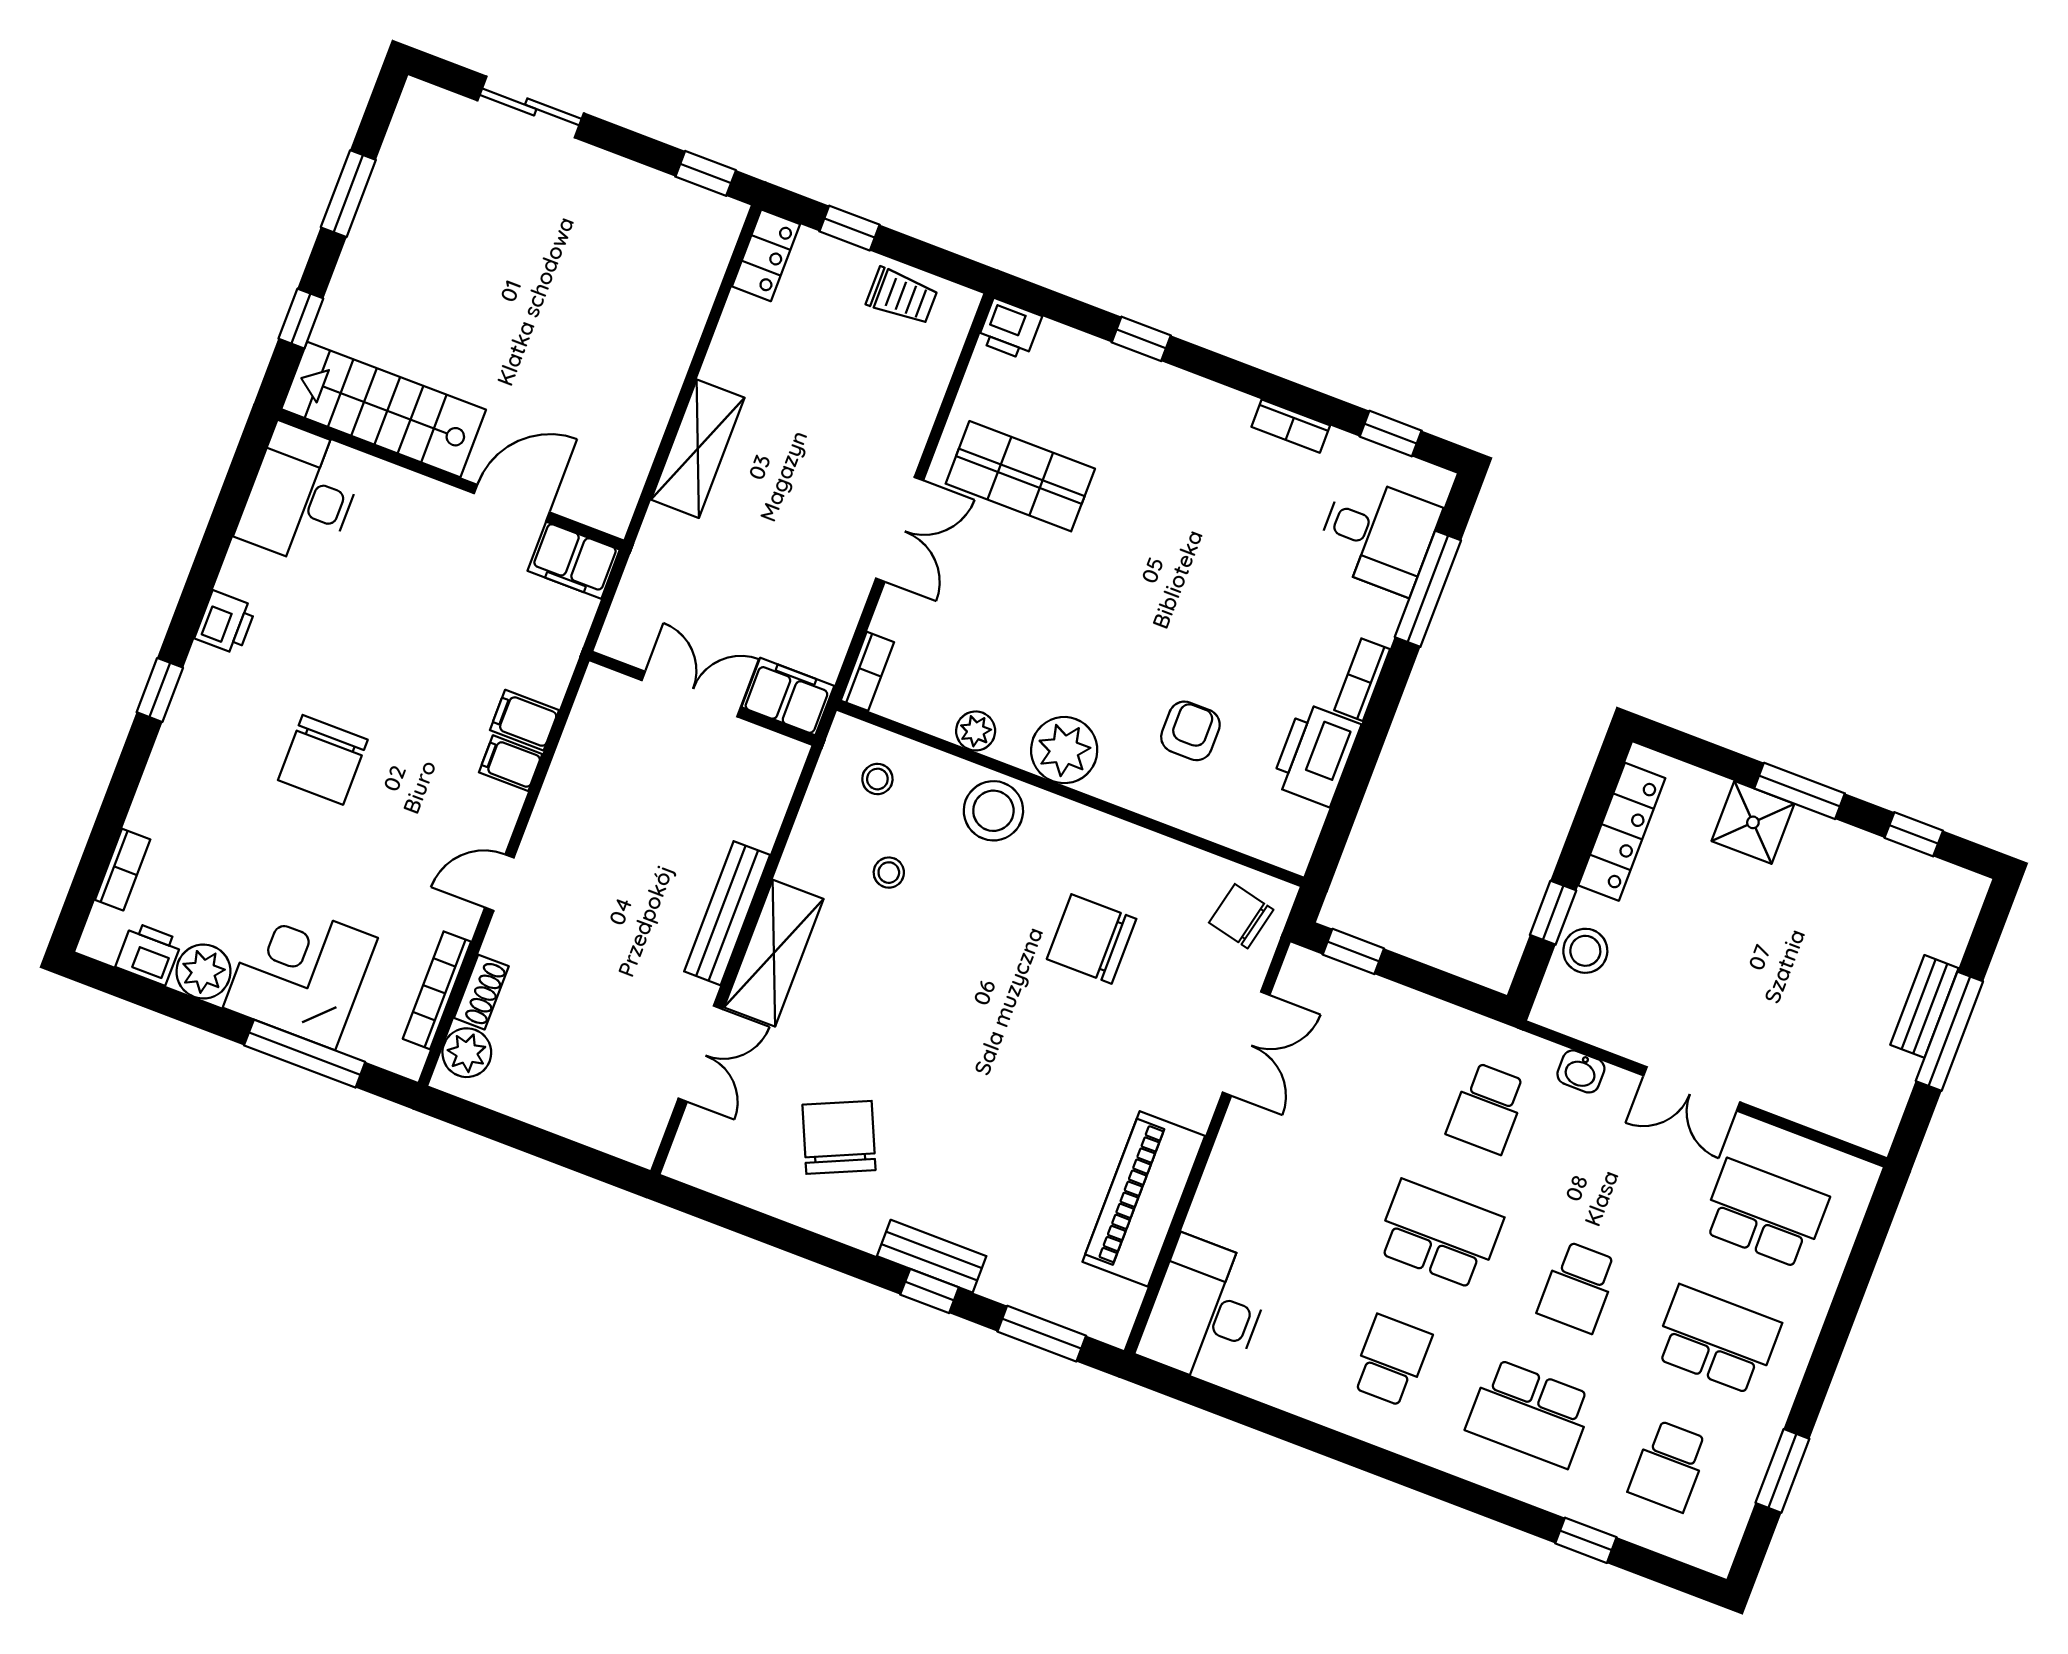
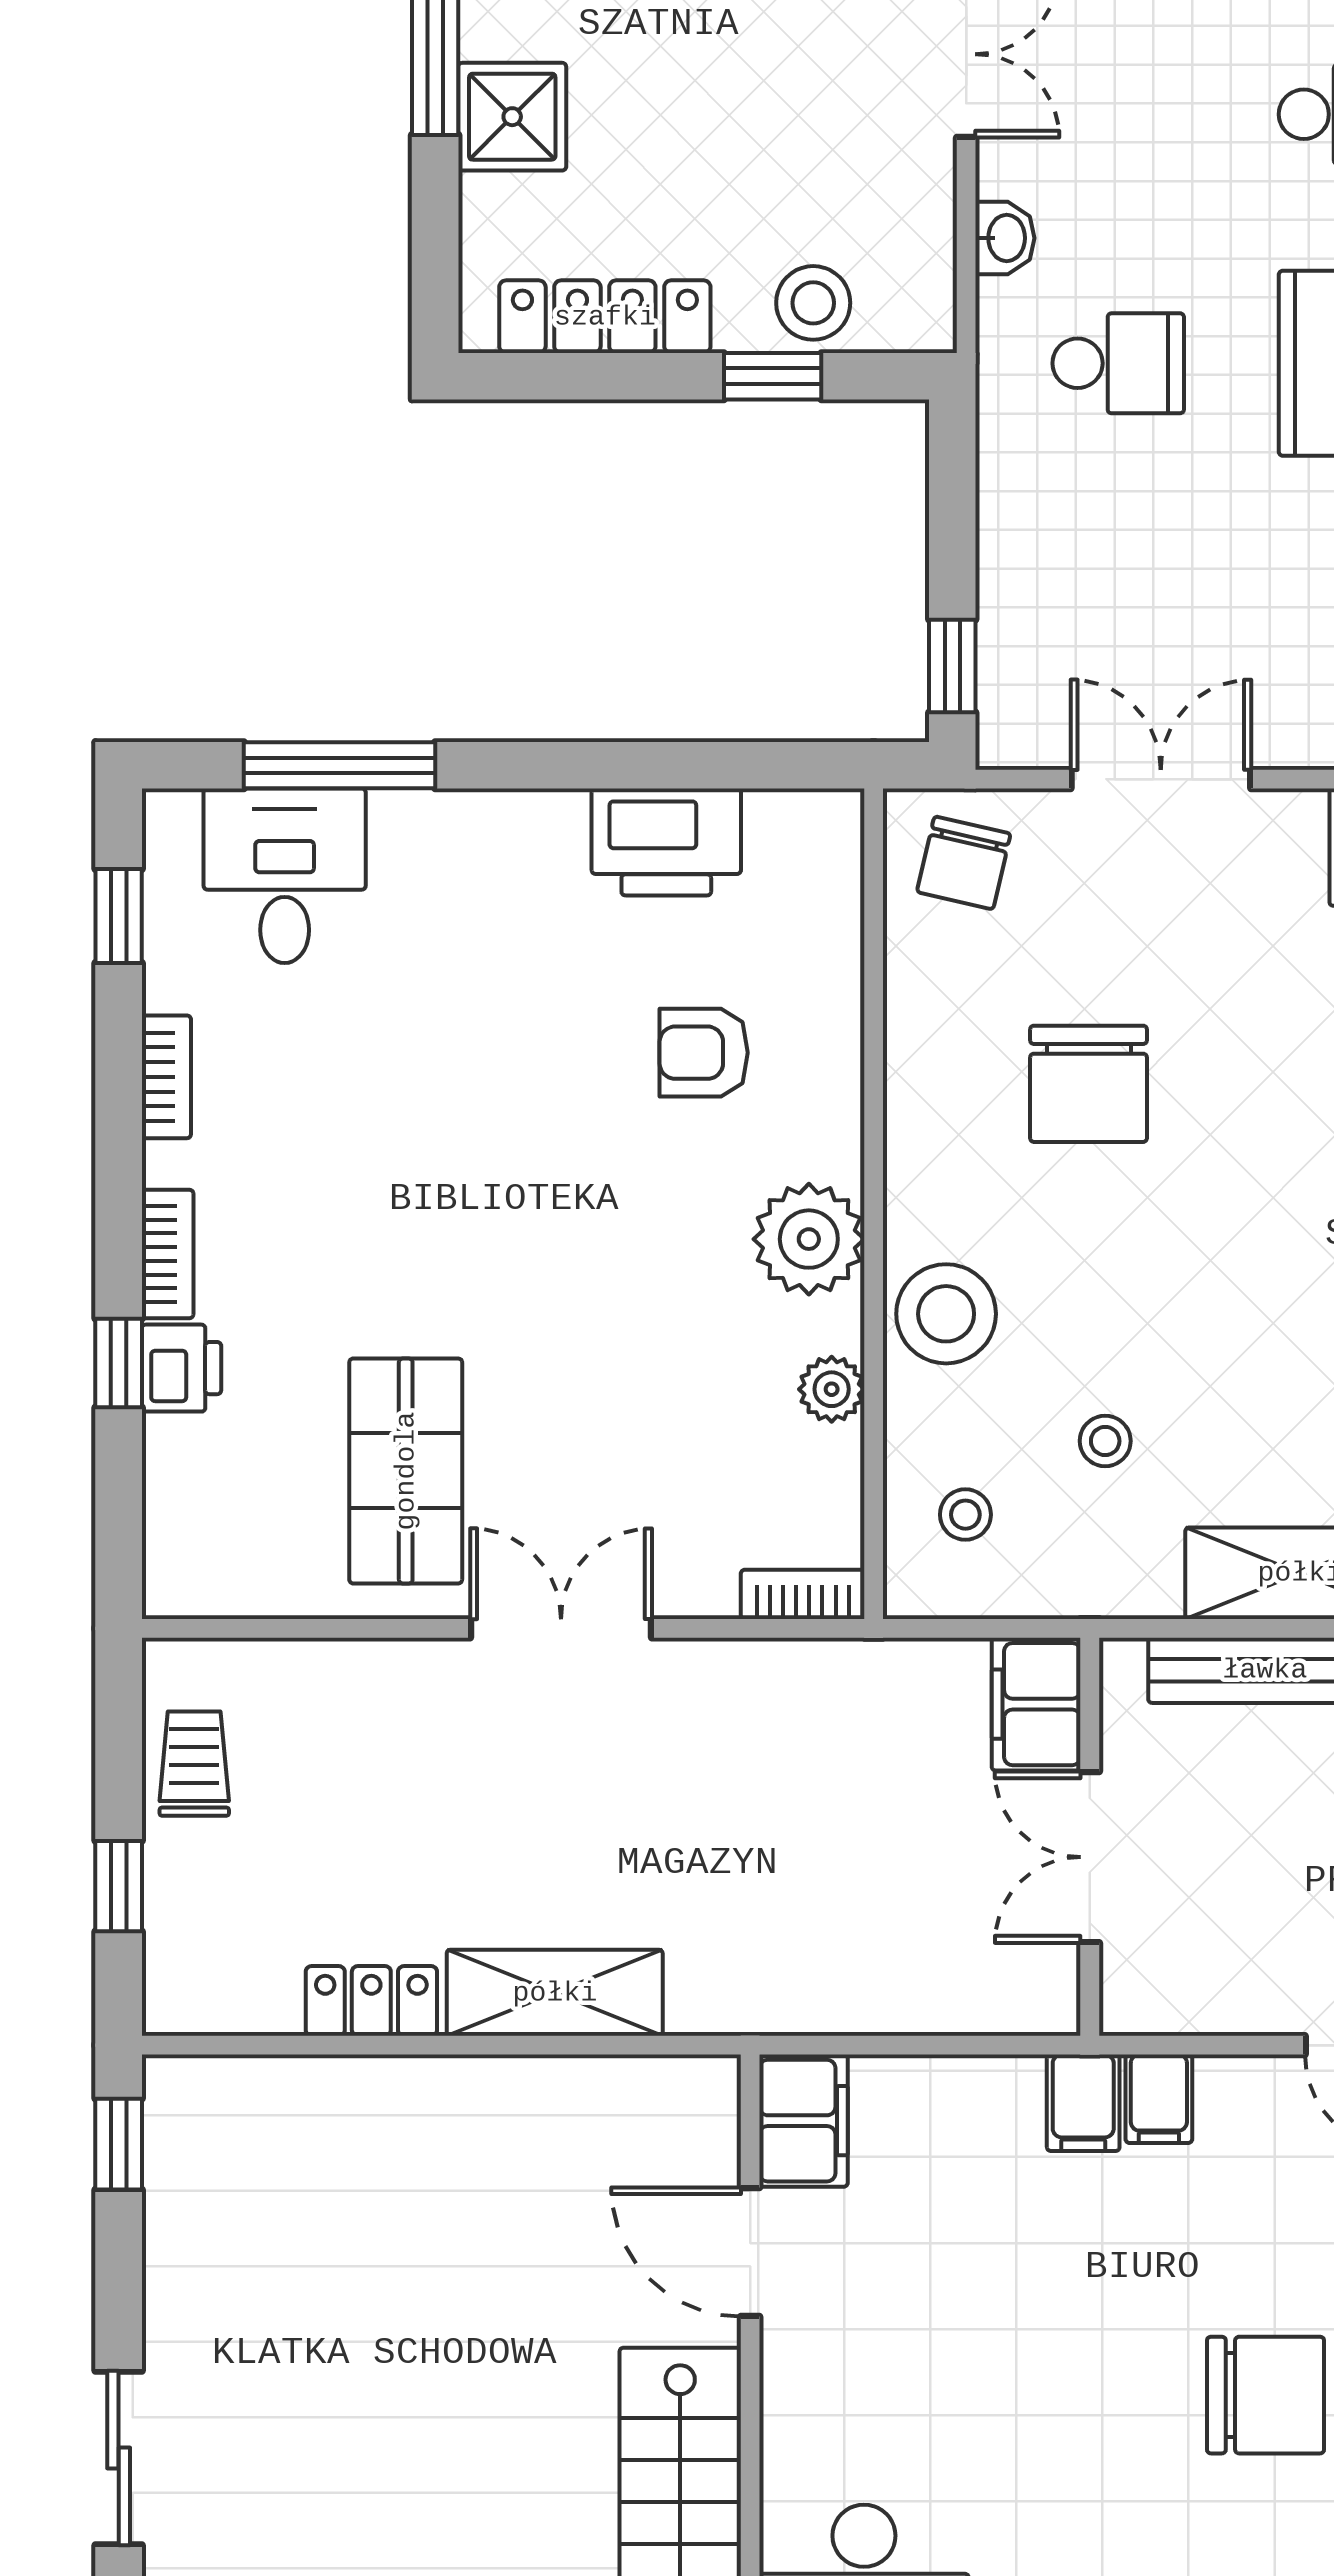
locker: (766, 255) -> (371, 2001), moved
printer: (1010, 329) -> (181, 1368), moved
bookcase: (1362, 680) -> (168, 1254), moved, turned -90
double door: (691, 694) -> (1090, 1857), moved
filing cabinet: (788, 697) -> (1036, 1704), moved
wall: (702, 698) -> (1090, 1837), moved

